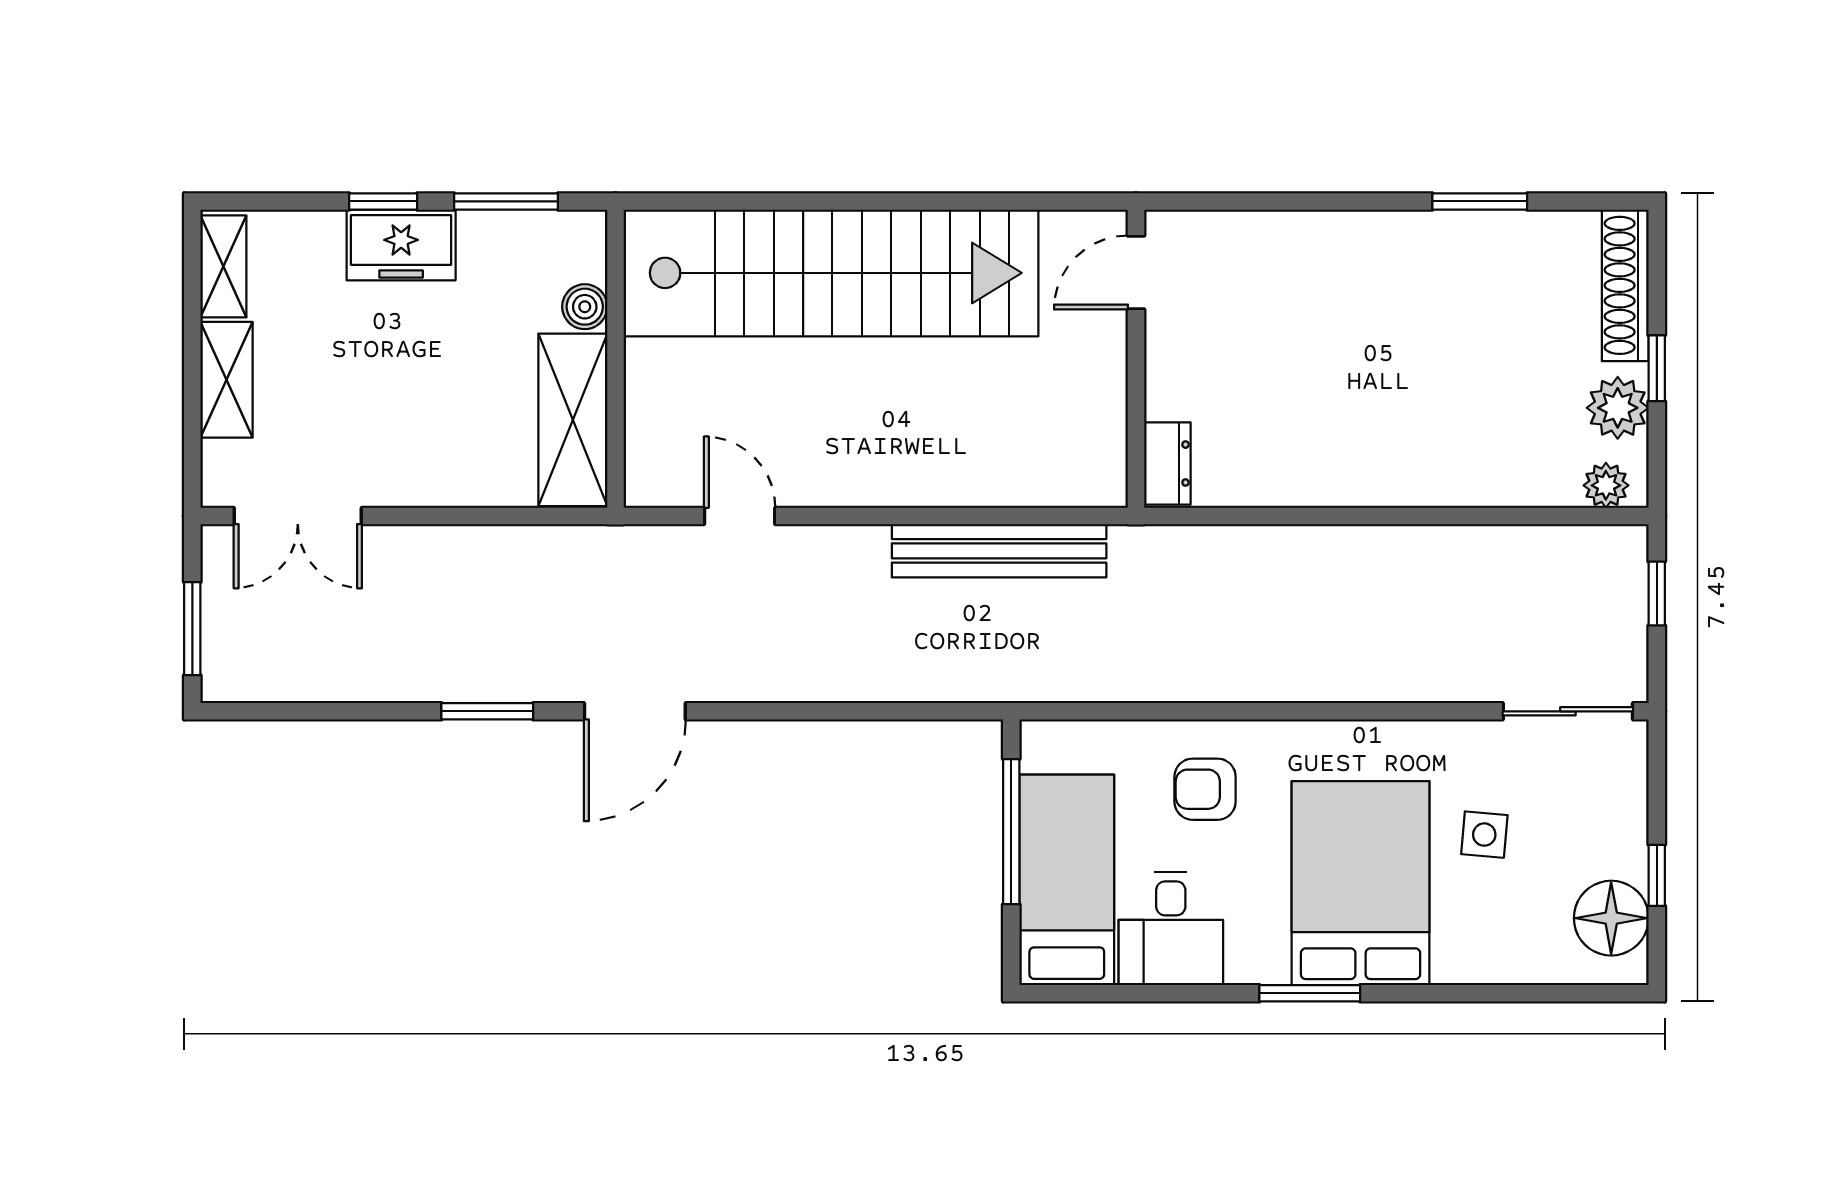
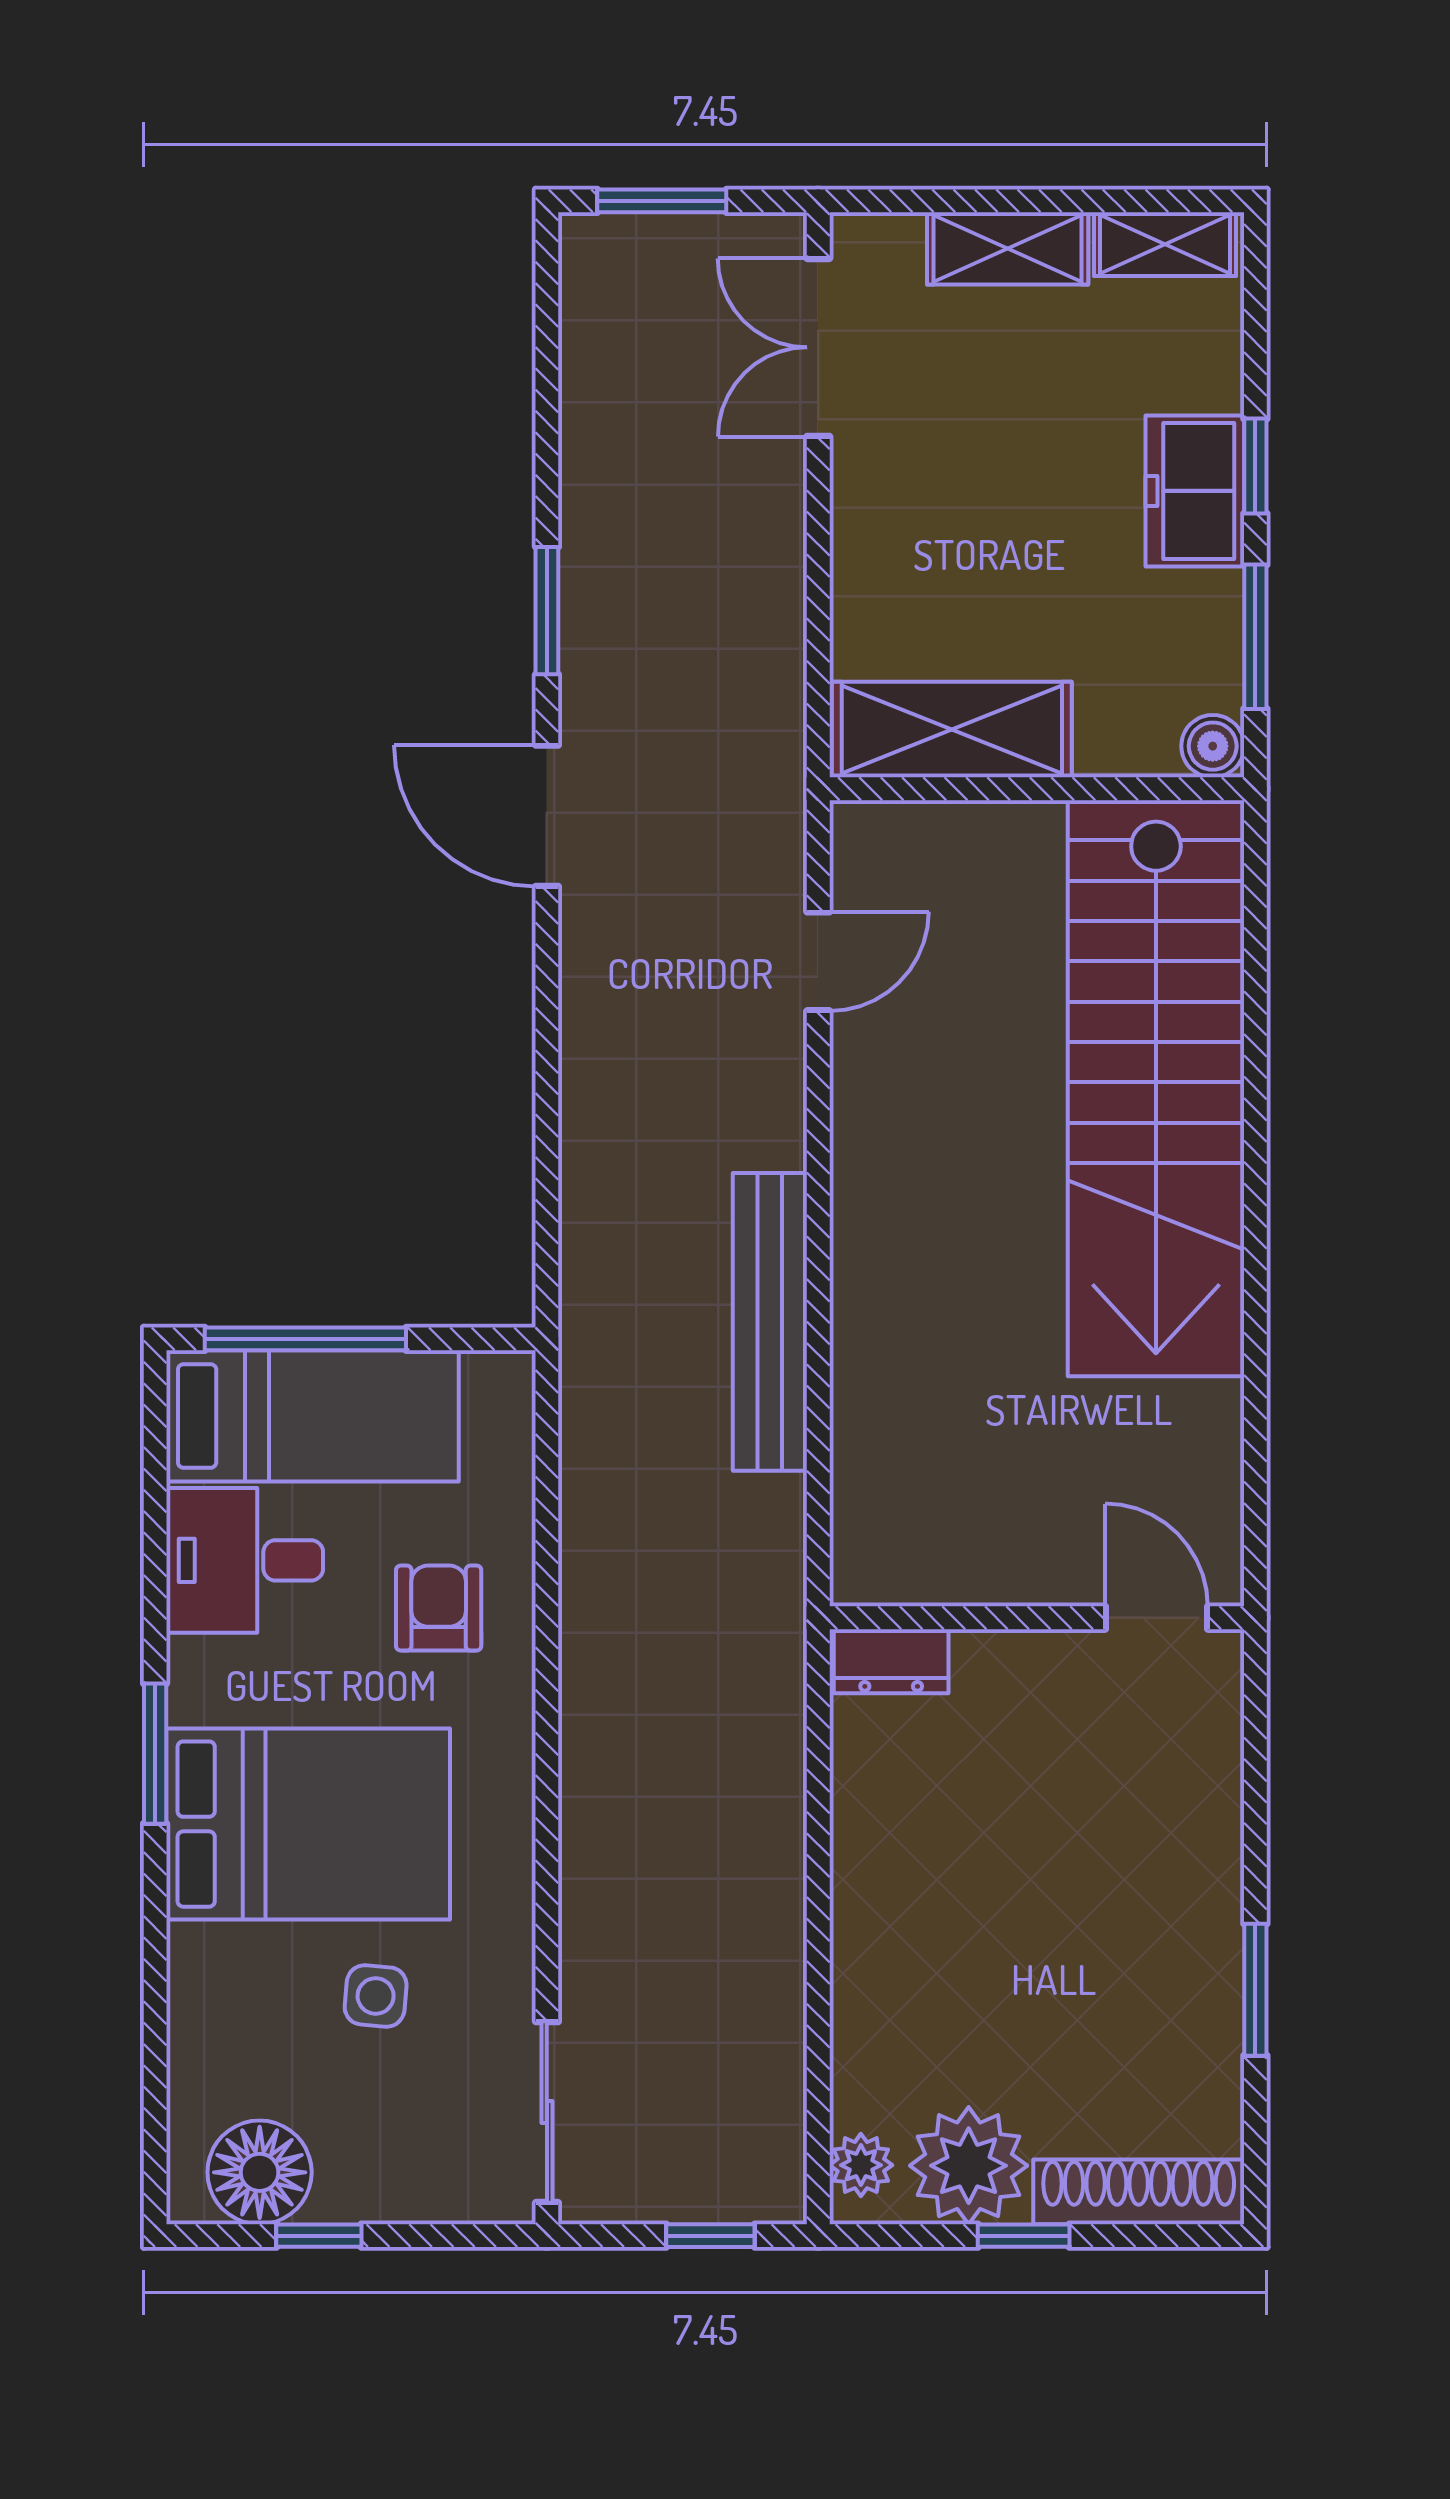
door: (1136, 273) -> (1157, 1618), moved
boiler: (585, 307) -> (1213, 746), moved
wall: (1136, 359) -> (1037, 1618), moved
plant: (1618, 408) -> (969, 2166), width x1.36, depth x1.36
dresser: (1167, 464) -> (891, 1661), moved
window: (1011, 832) -> (305, 1339), moved

